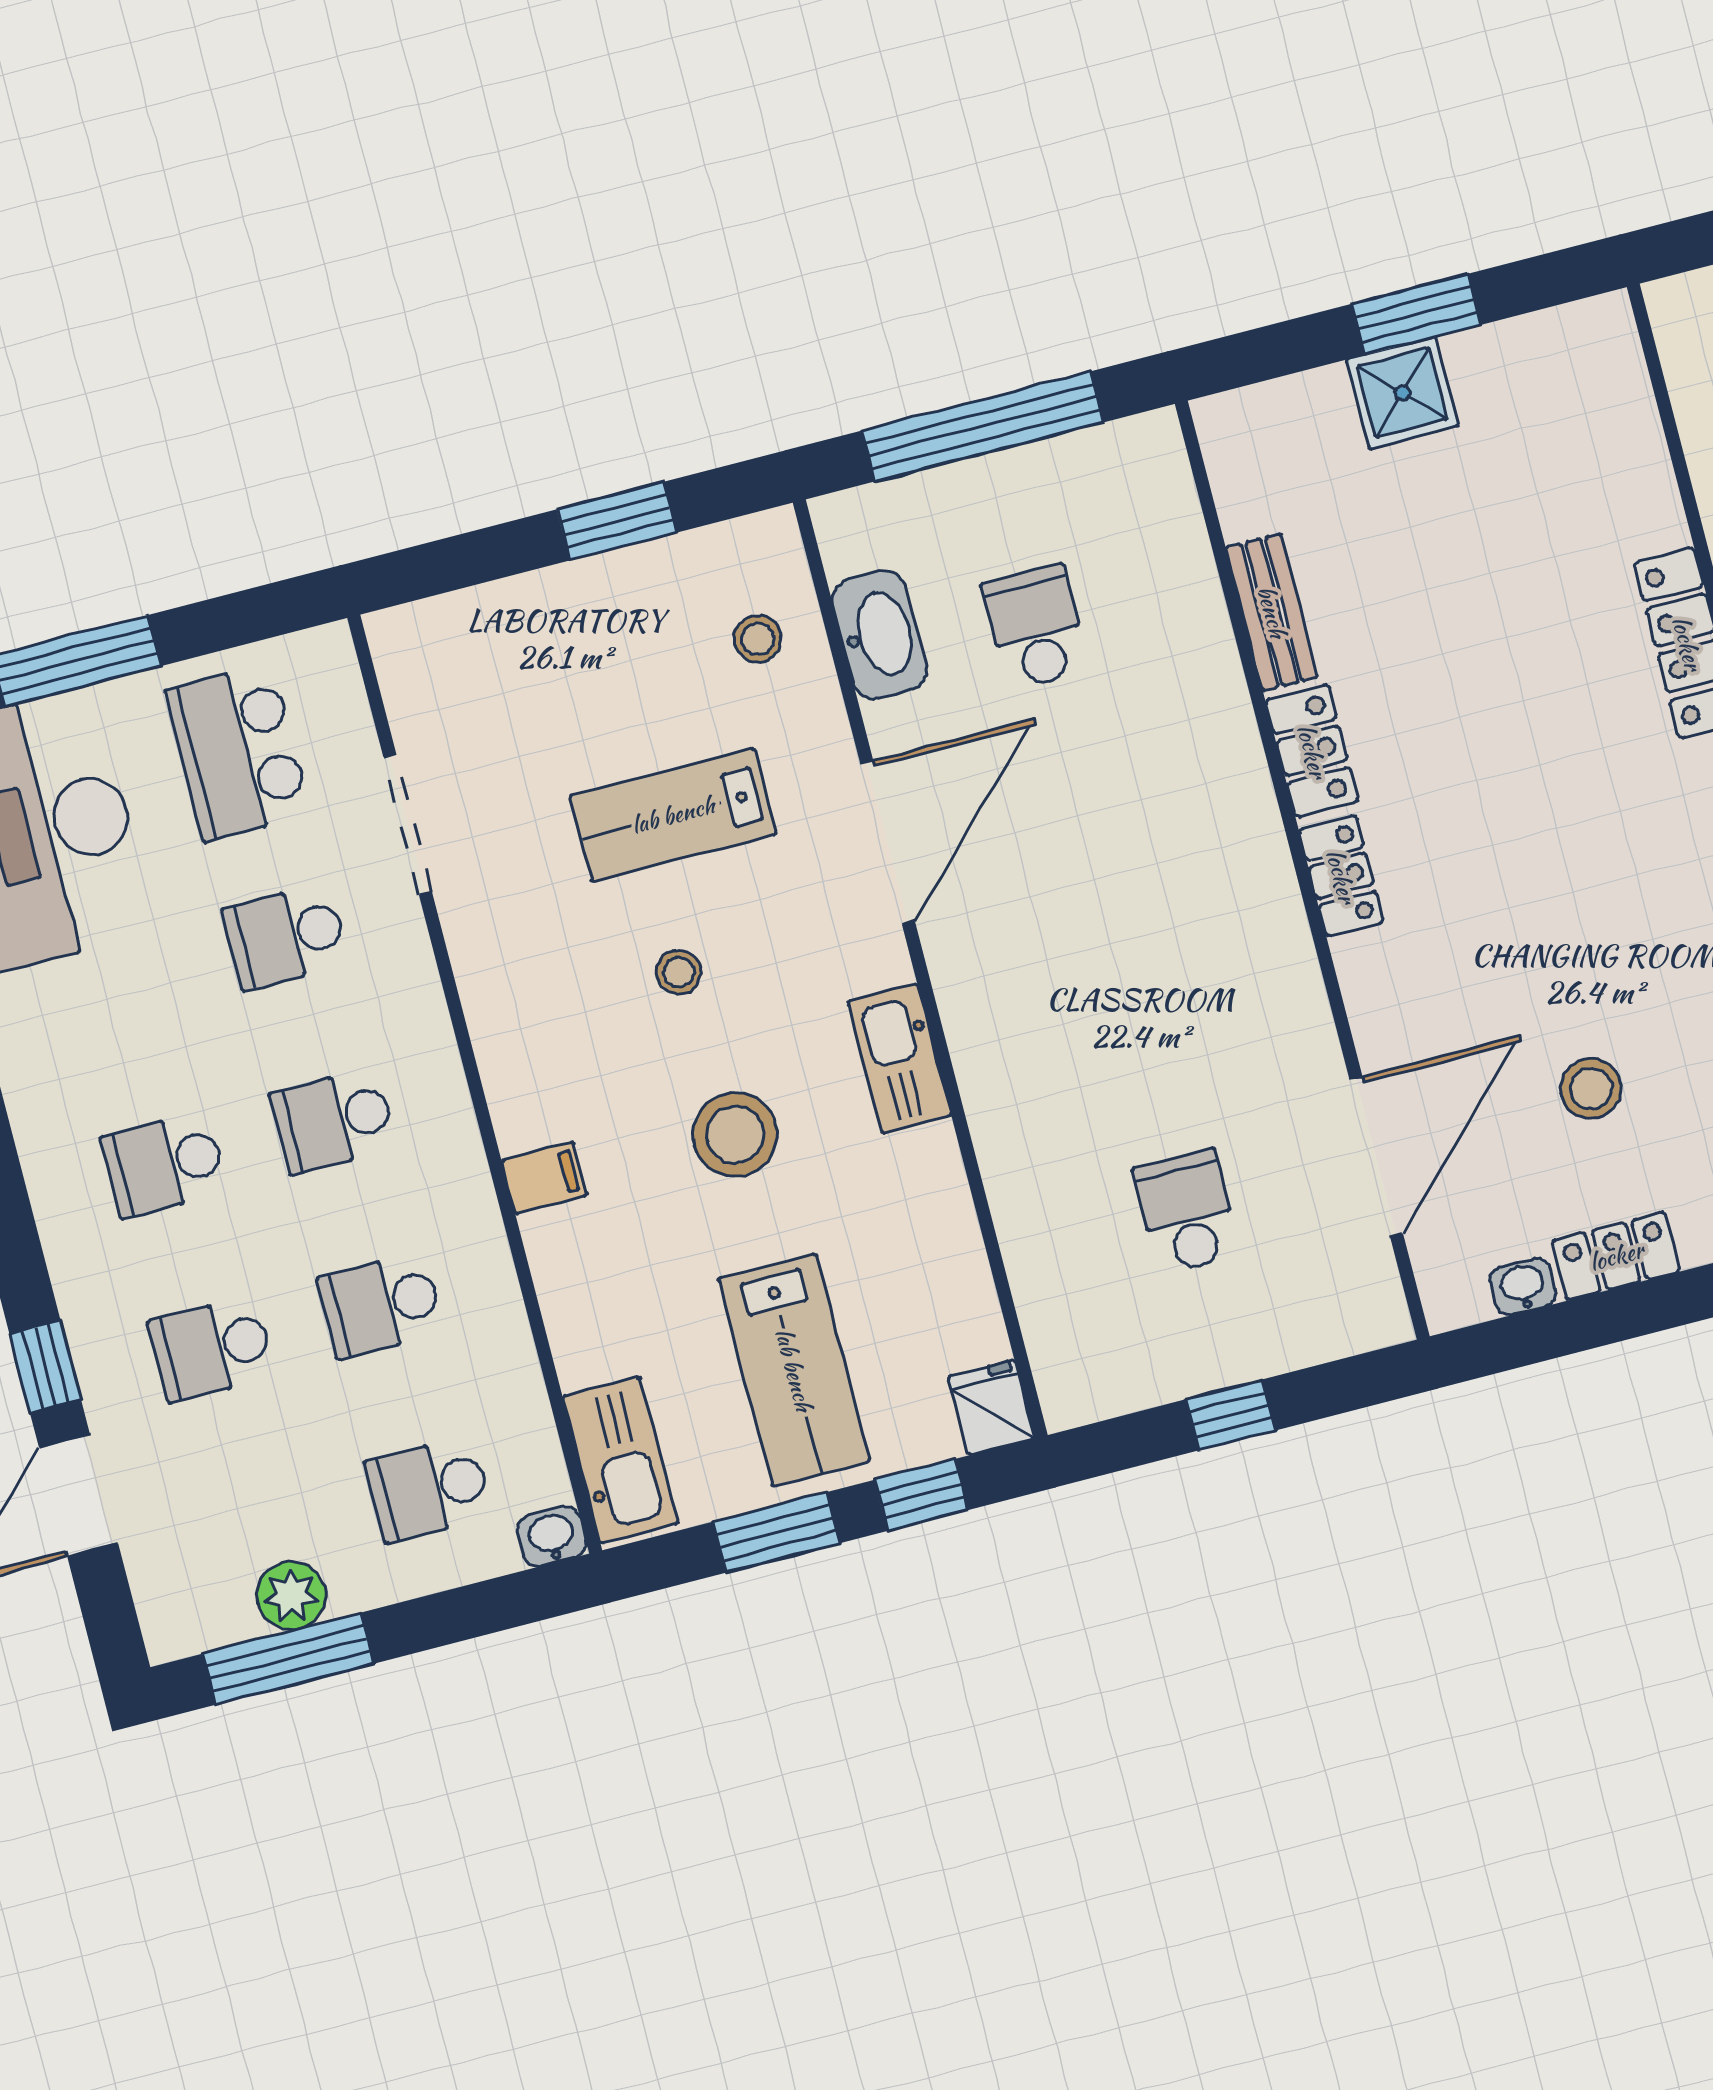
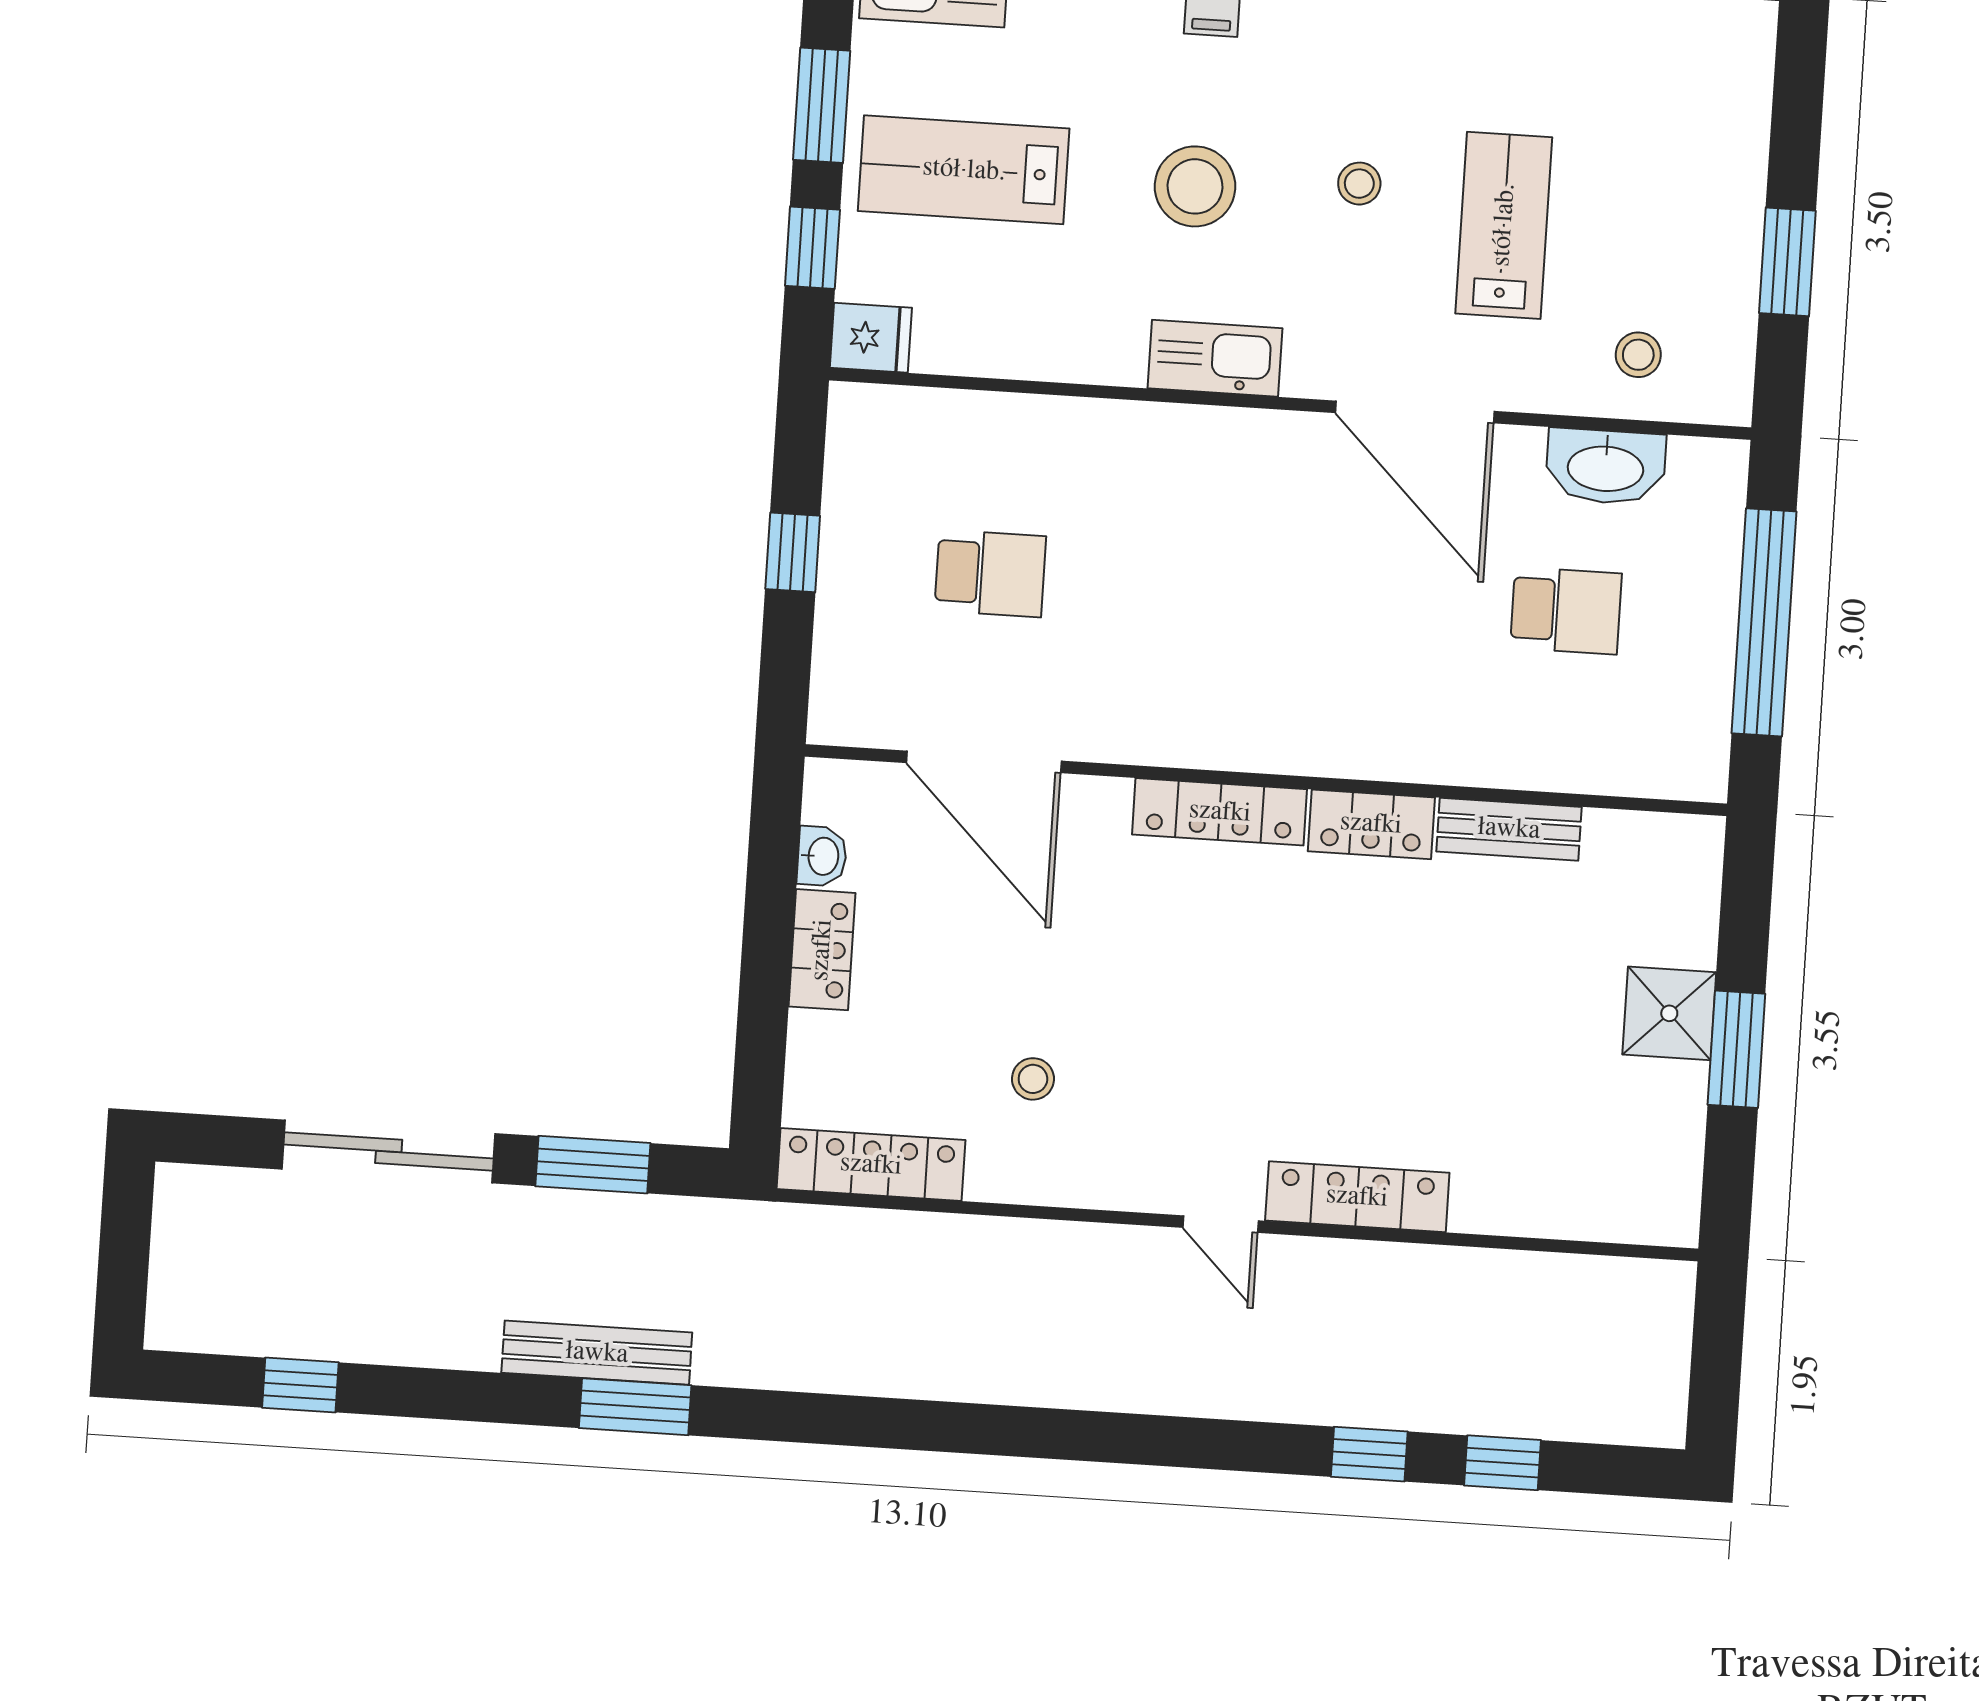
locker: (1341, 876) -> (1220, 812), width x1.53
stool: (1591, 1089) -> (1033, 1079), moved, width x0.73, depth x0.73

